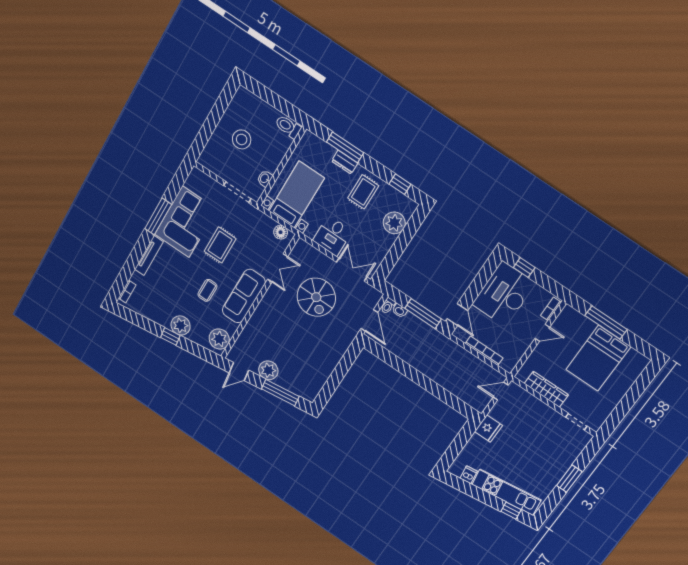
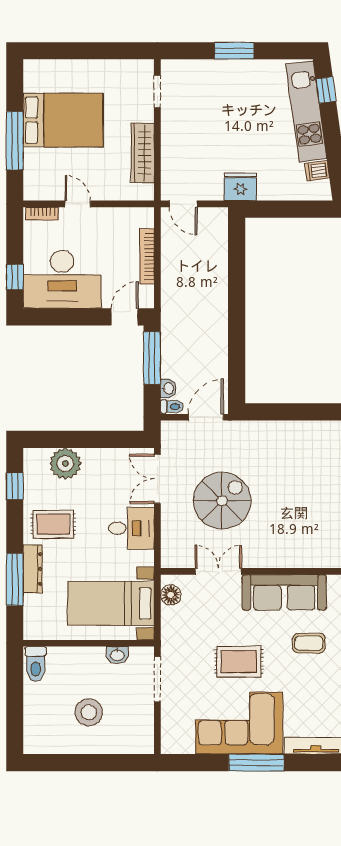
dresser: (345, 162) -> (33, 569), width x1.44

